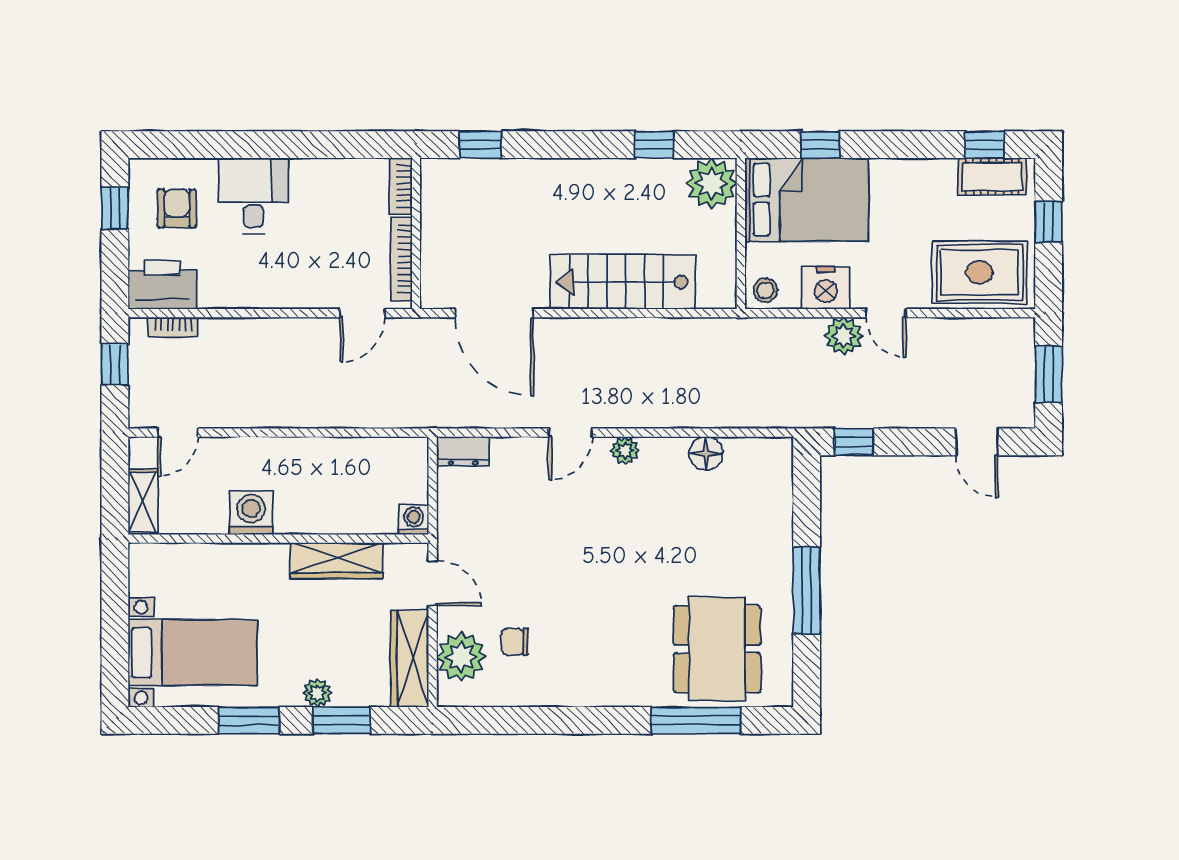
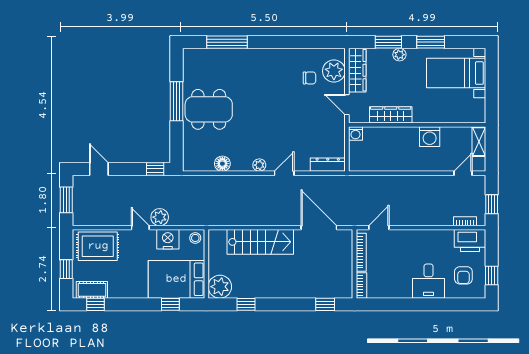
dresser: (463, 451) -> (328, 165), width x1.44
dining table: (717, 649) -> (209, 109), moved, turned 90

